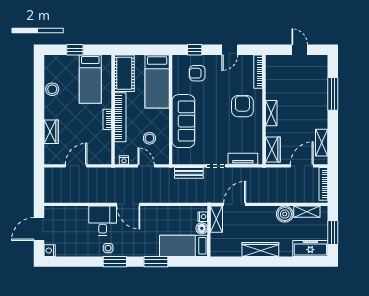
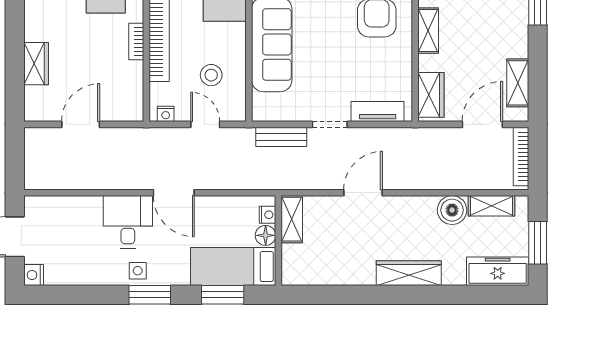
nightstand: (203, 217) -> (267, 215), moved
shelving: (216, 219) -> (292, 219), moved
floor lamp: (202, 228) -> (266, 235), moved
wall: (209, 231) -> (278, 241), moved
bed: (184, 246) -> (233, 267), moved

